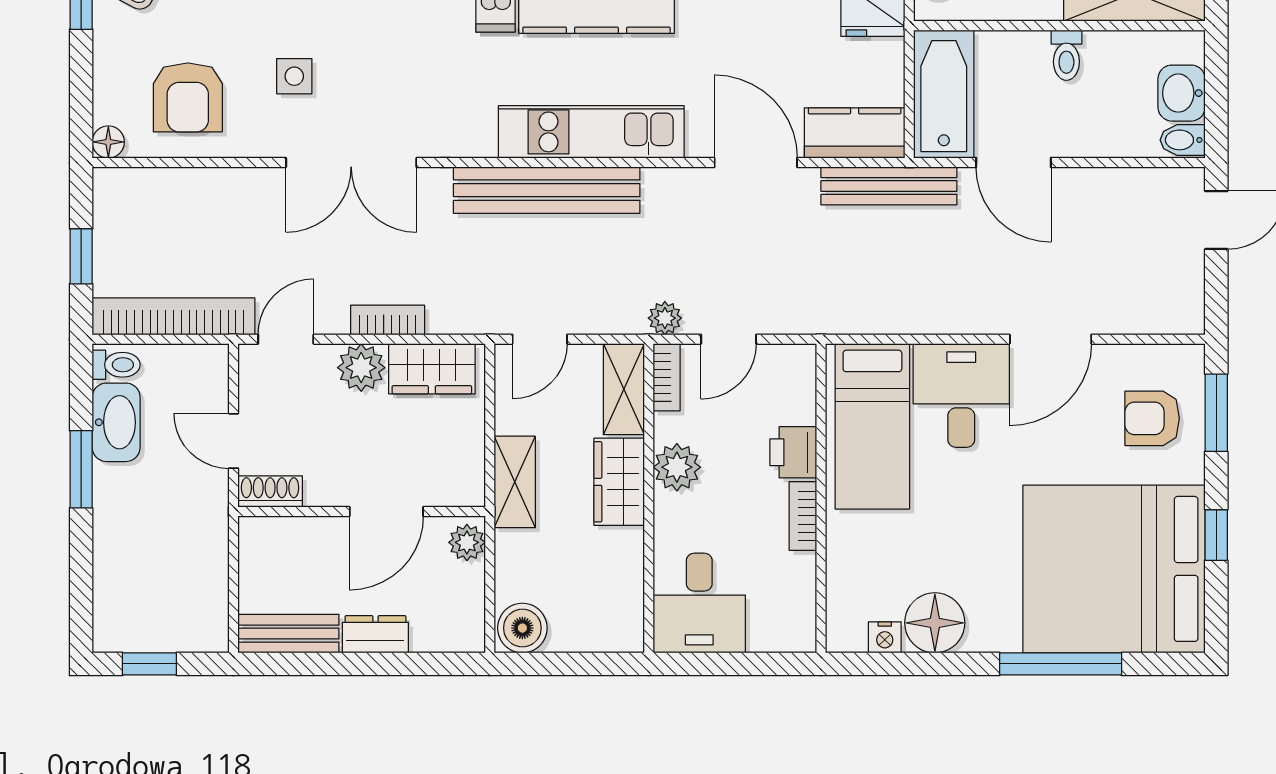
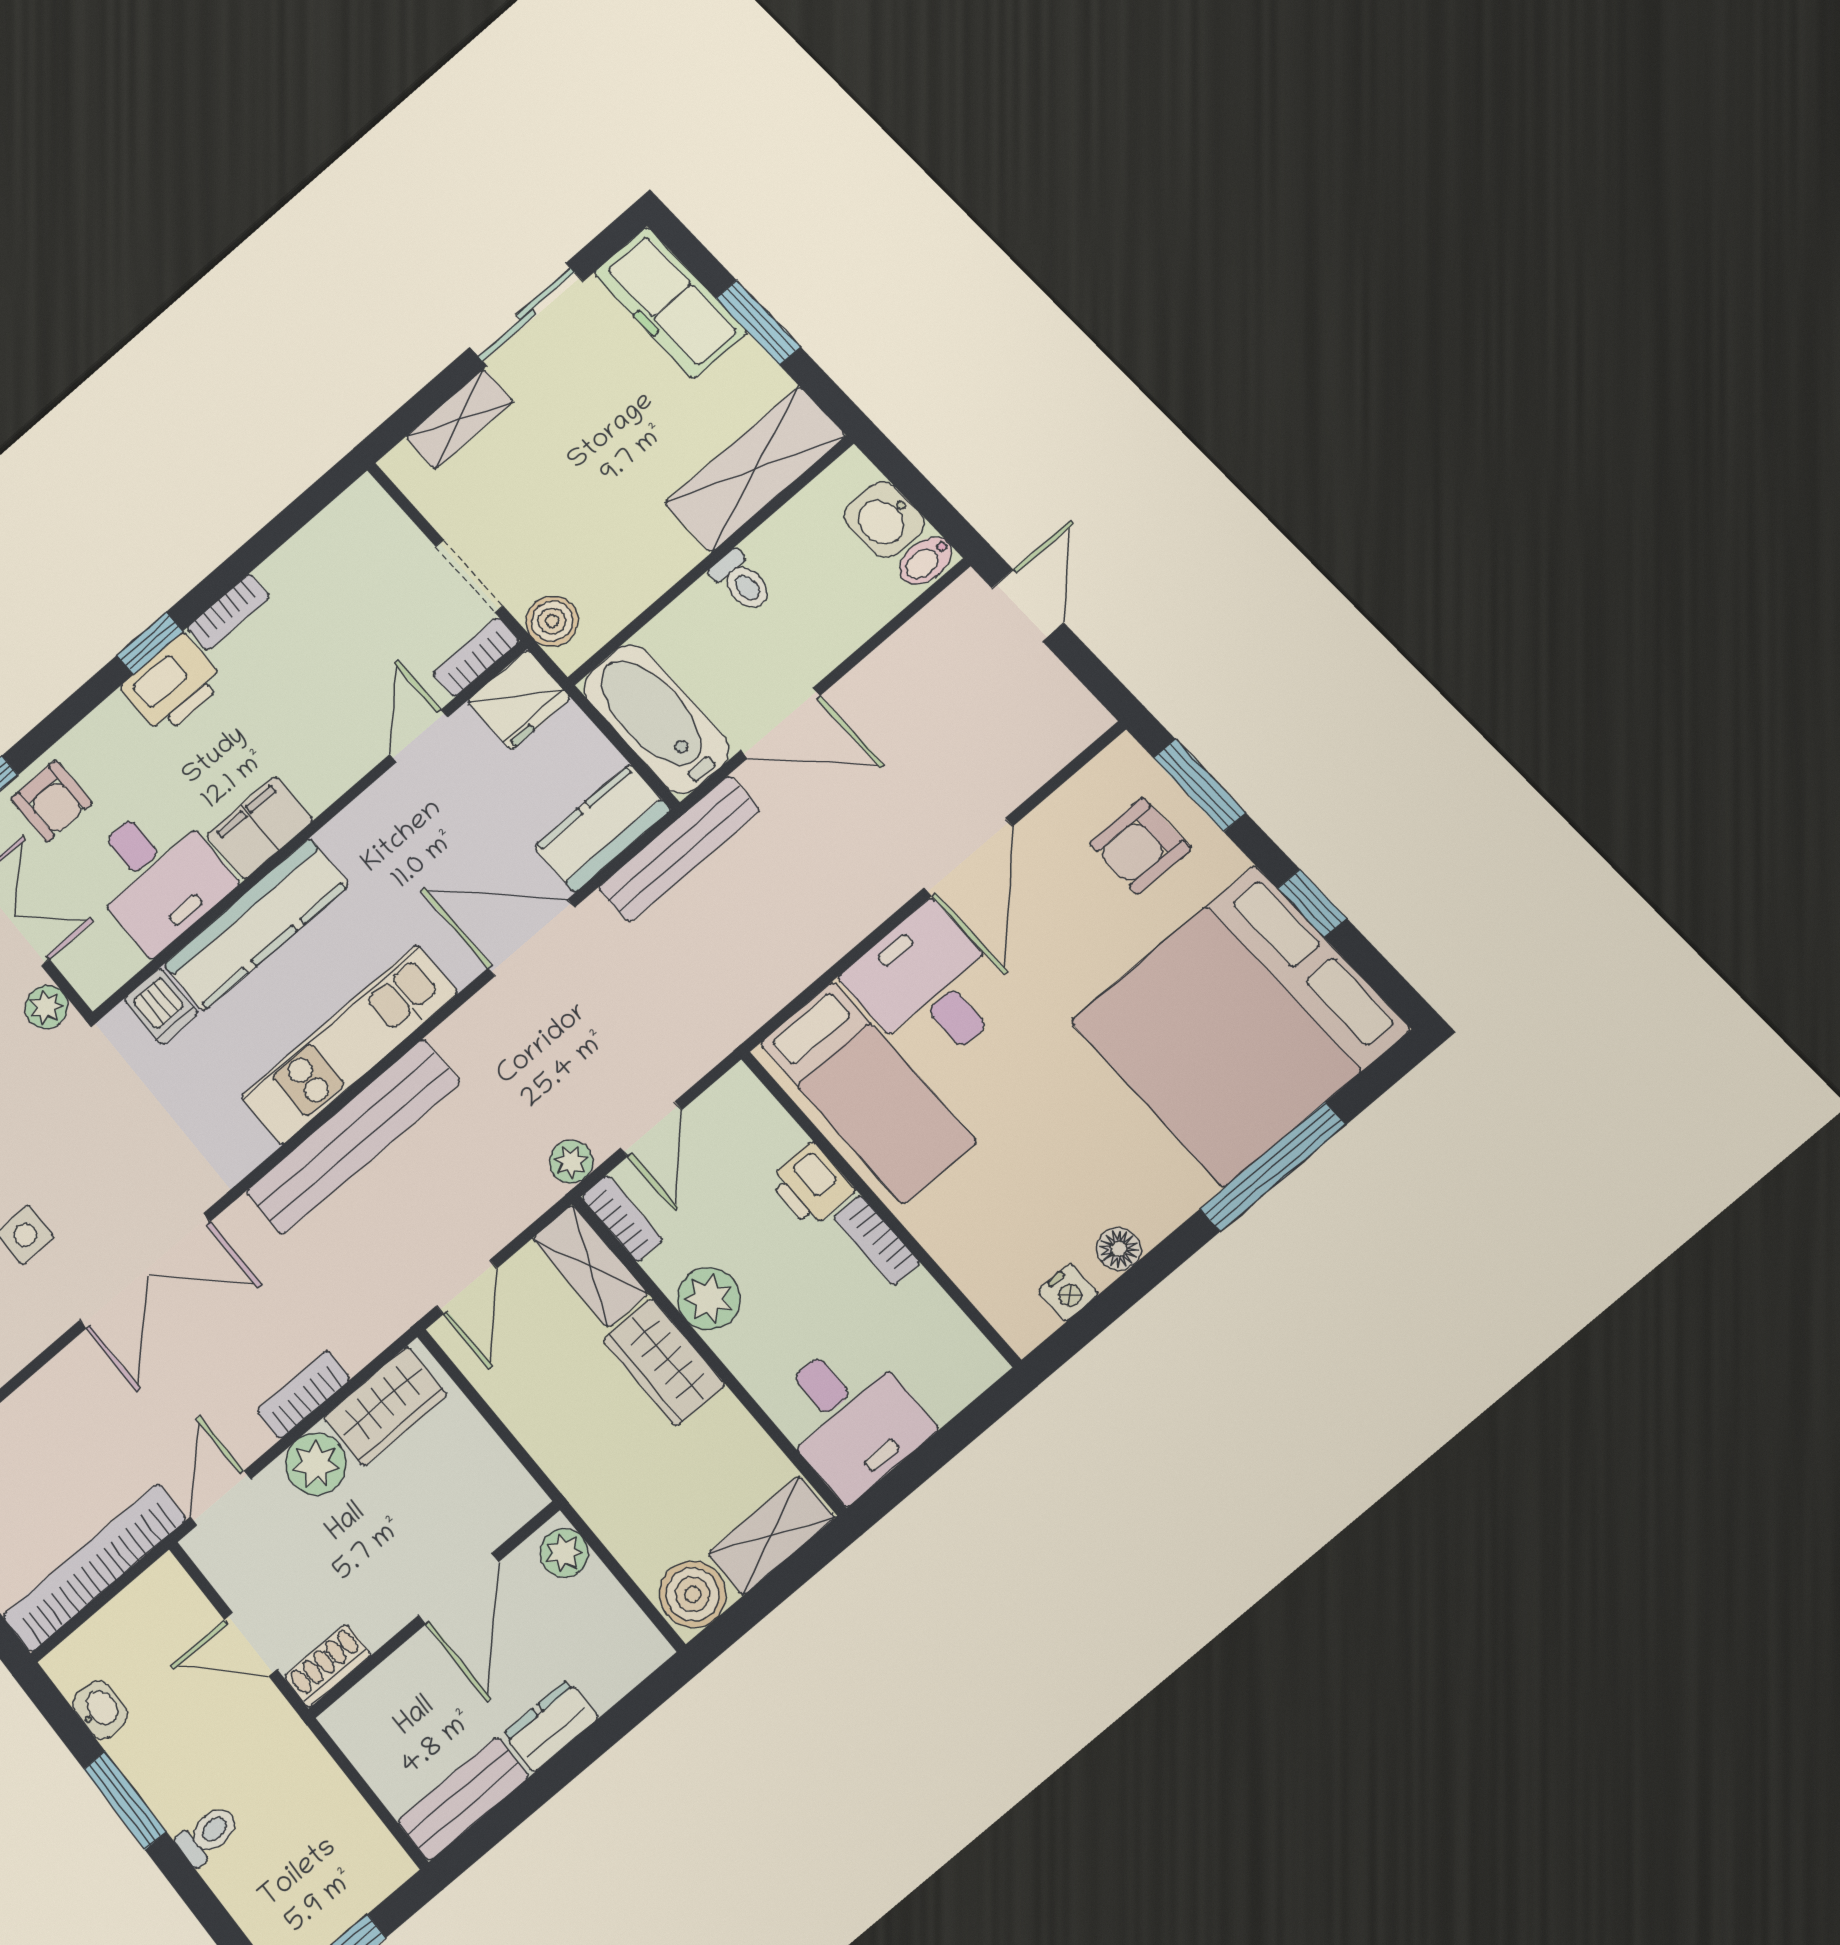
toilet: (116, 365) -> (208, 1835), moved
washbasin: (116, 422) -> (100, 1710), width x0.52, depth x0.69
shelving: (515, 482) -> (771, 1535), moved, turned 90
floor lamp: (935, 623) -> (1119, 1249), width x0.53, depth x0.53

